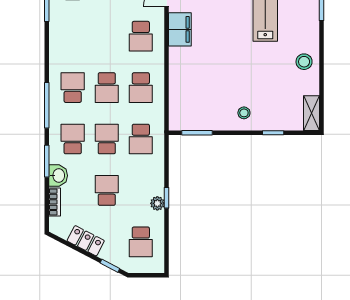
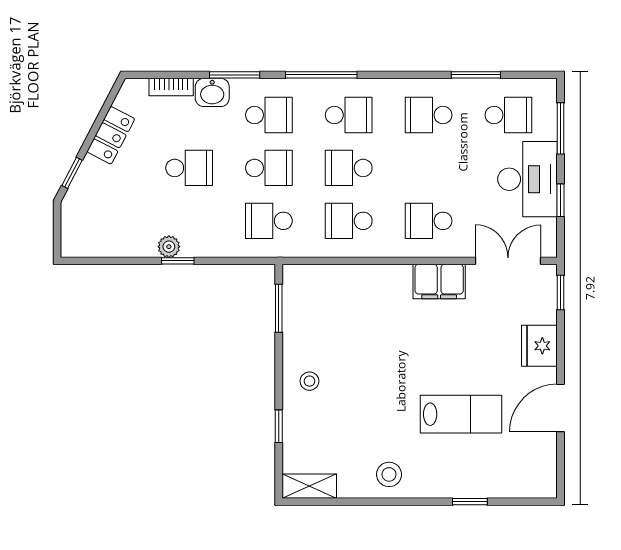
school desk: (141, 242) -> (429, 115), moved

